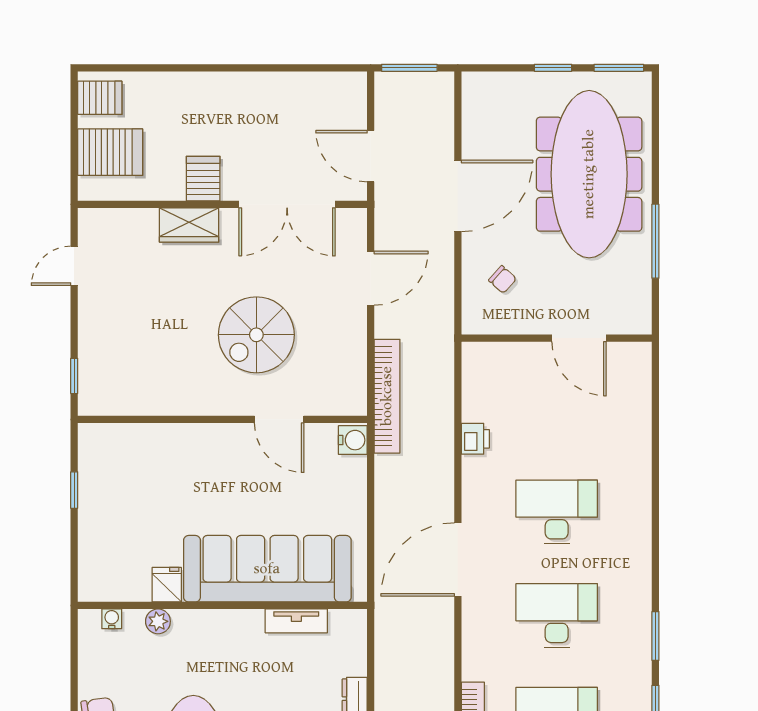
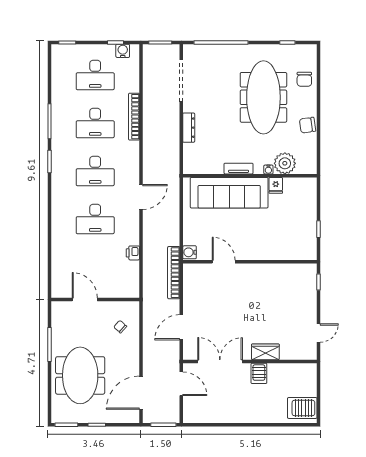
server rack: (100, 98) -> (302, 408), width x1.36, depth x1.44
server rack: (110, 152) -> (302, 386), removed
meeting table: (589, 174) -> (80, 375), width x0.73
door: (458, 196) -> (141, 393), moved
spiral stairs: (256, 335) -> (234, 301), removed
door: (458, 560) -> (141, 197), width x0.73
water cooler: (112, 619) -> (268, 170), moved
plant: (158, 621) -> (285, 163), width x1.88, depth x1.88
tv unit: (296, 621) -> (239, 169), moved

